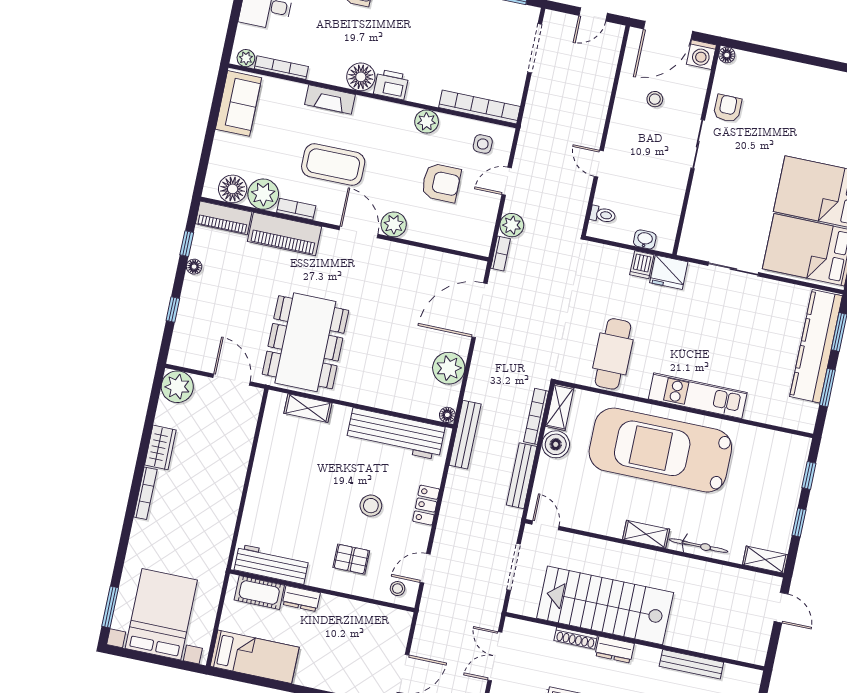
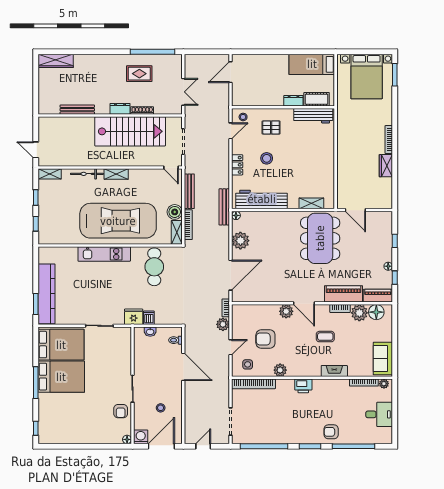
floor lamp: (361, 77) -> (320, 387), removed
door: (599, 164) -> (183, 367), width x1.88
coffee table: (333, 165) -> (325, 337), width x0.54, depth x0.58
plant: (177, 387) -> (384, 200), removed
window: (827, 388) -> (36, 273), removed

